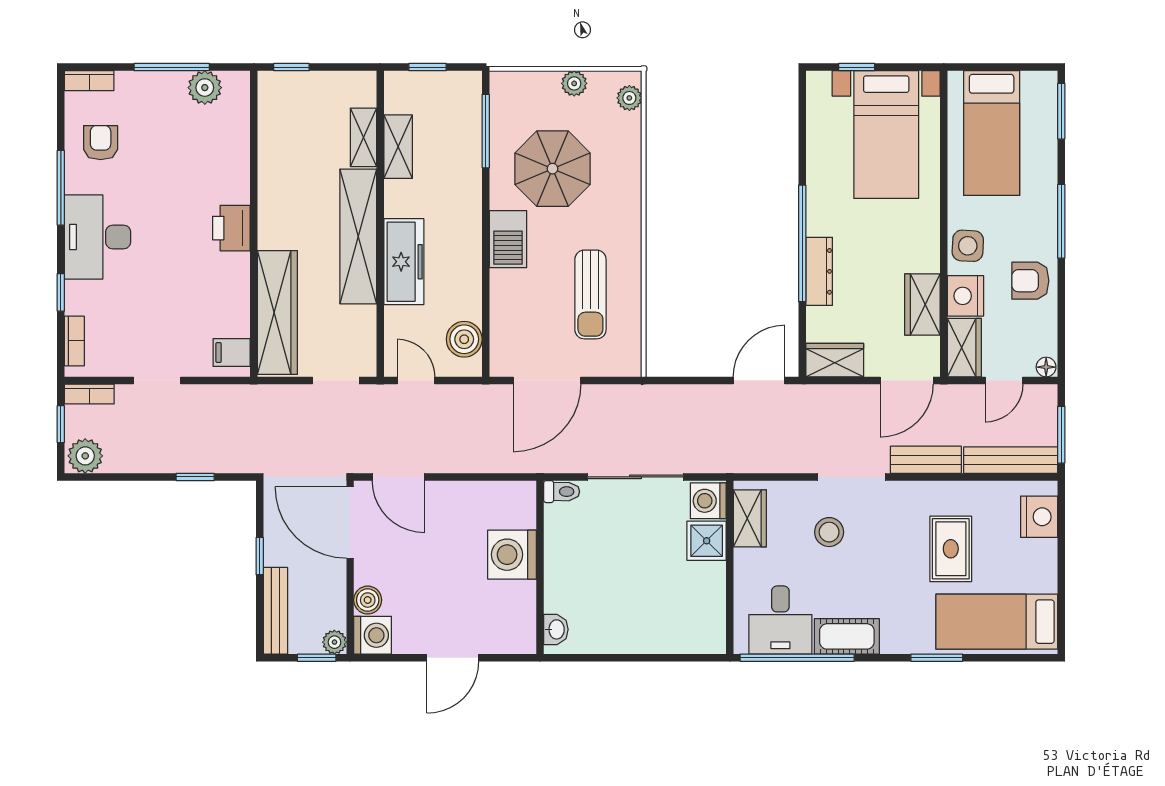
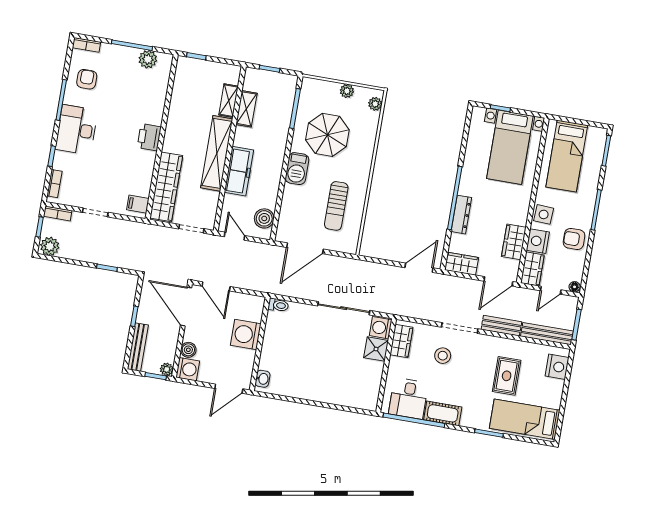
toilet: (562, 492) -> (278, 305), moved
washing machine: (512, 555) -> (246, 334), moved
wall: (540, 567) -> (260, 344), moved
washbasin: (556, 629) -> (263, 379), moved

